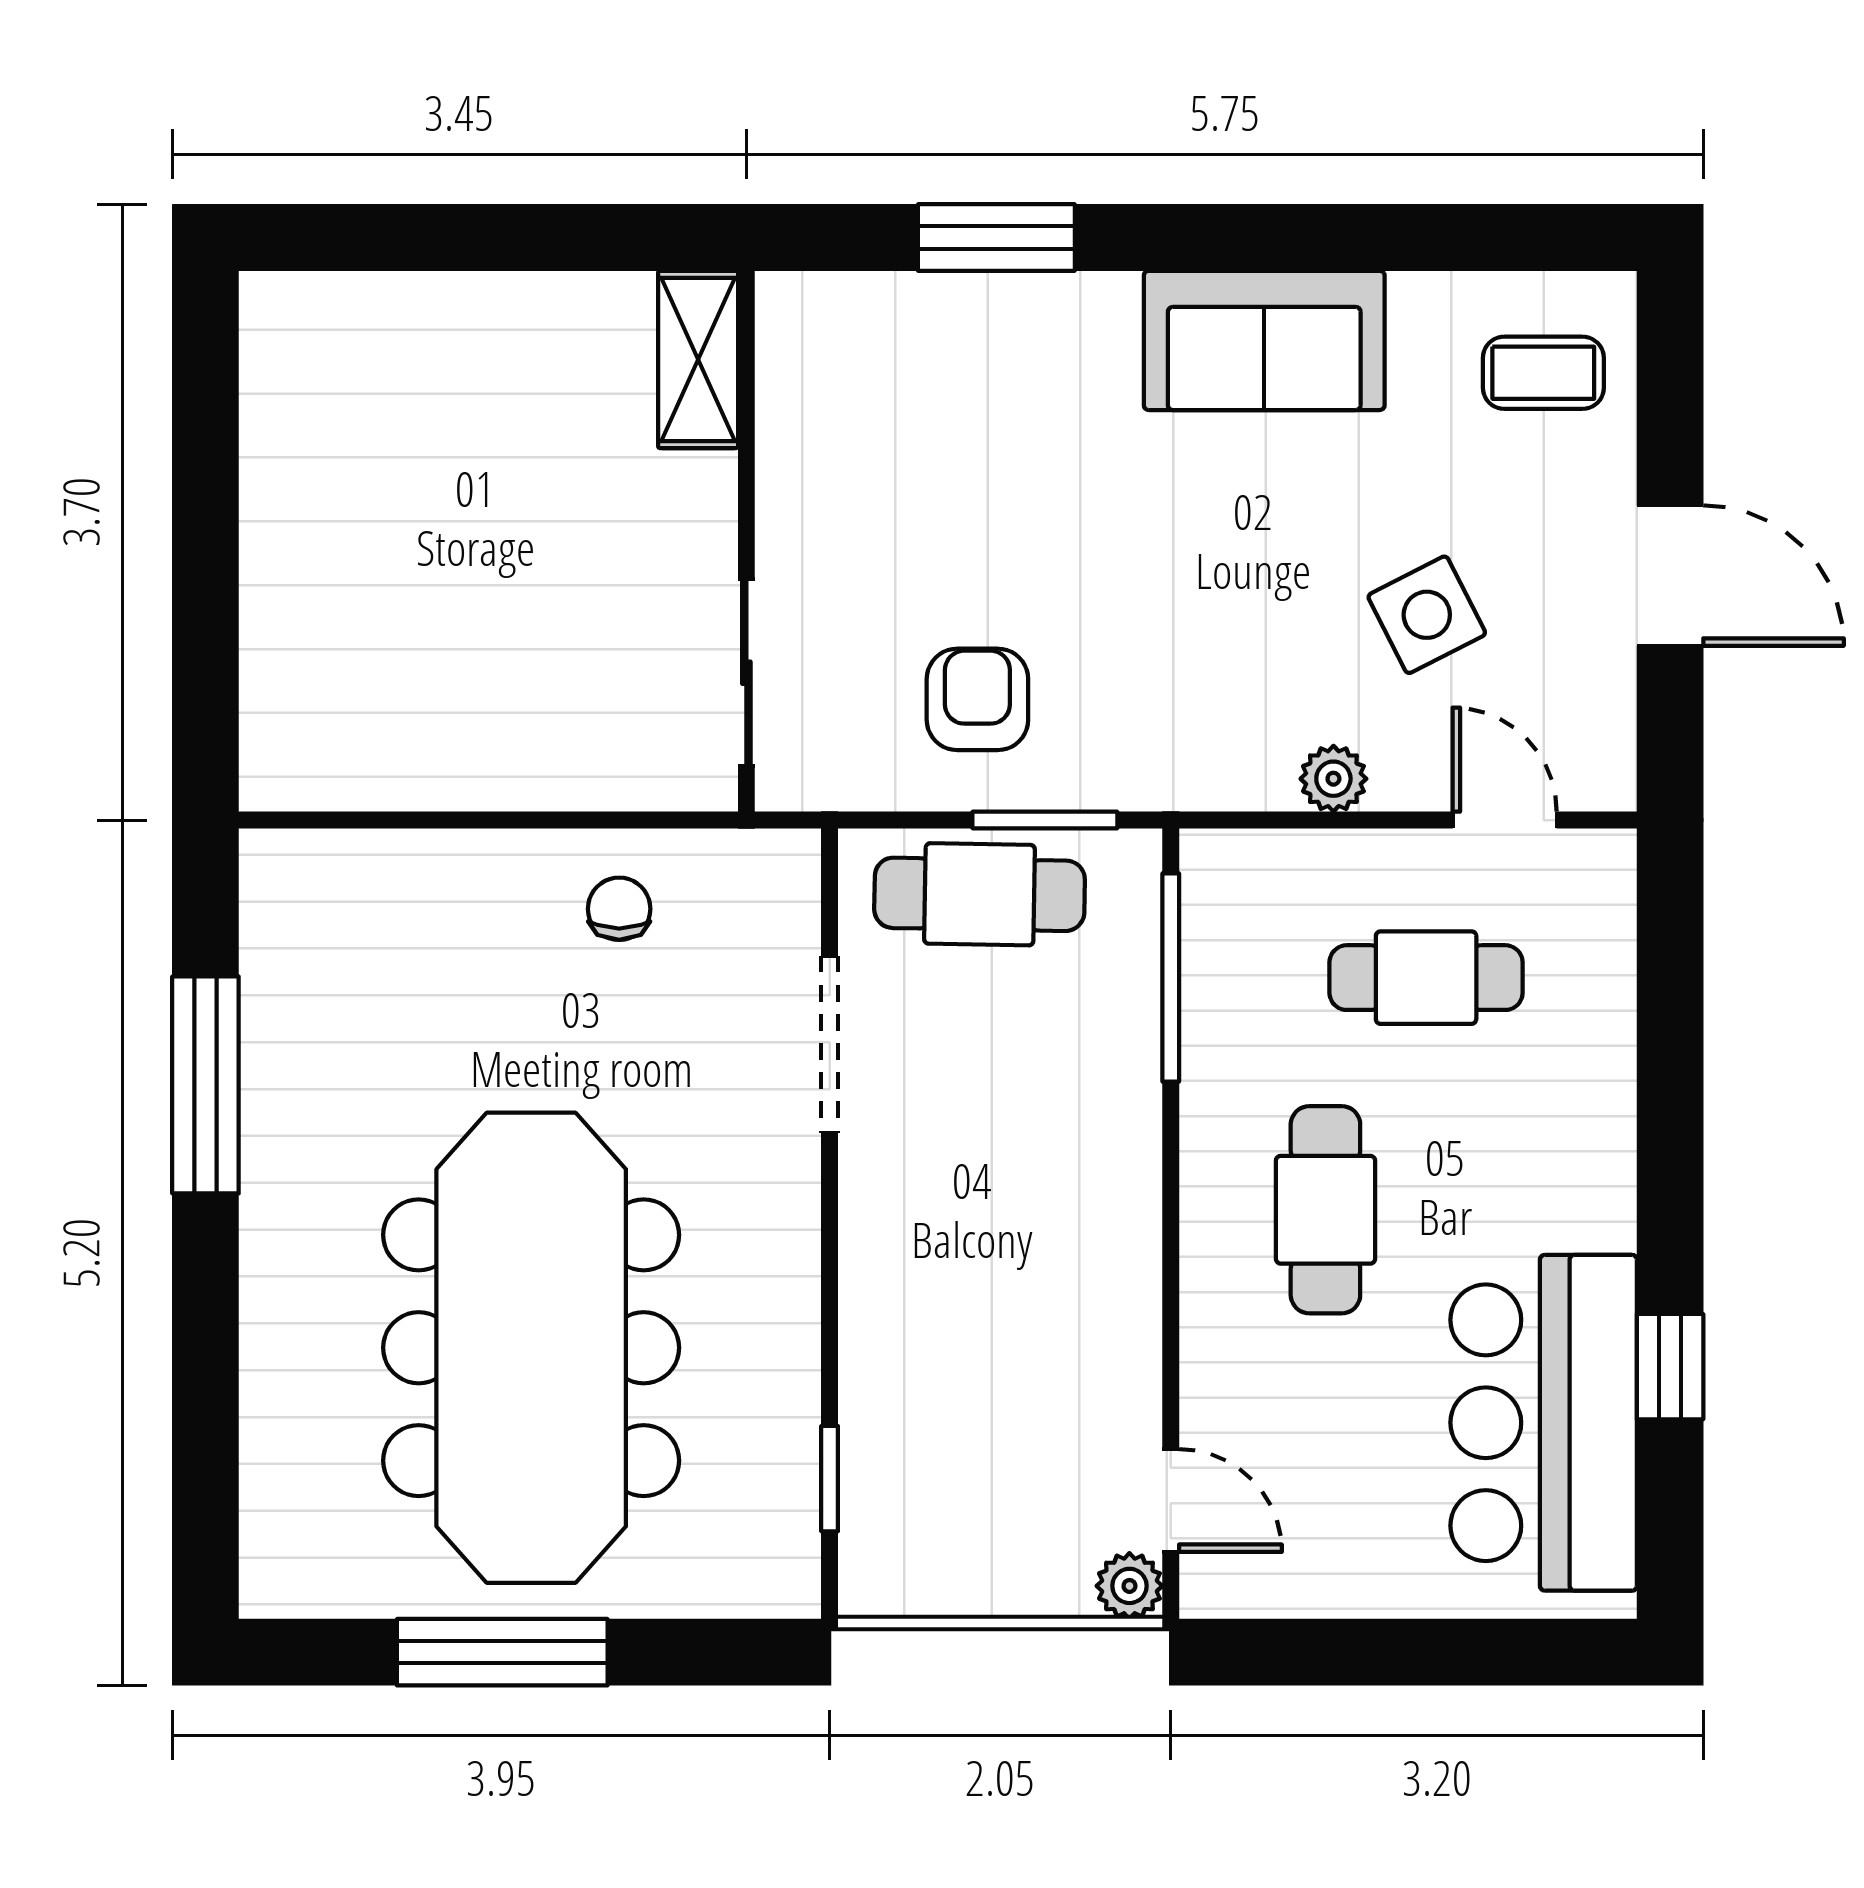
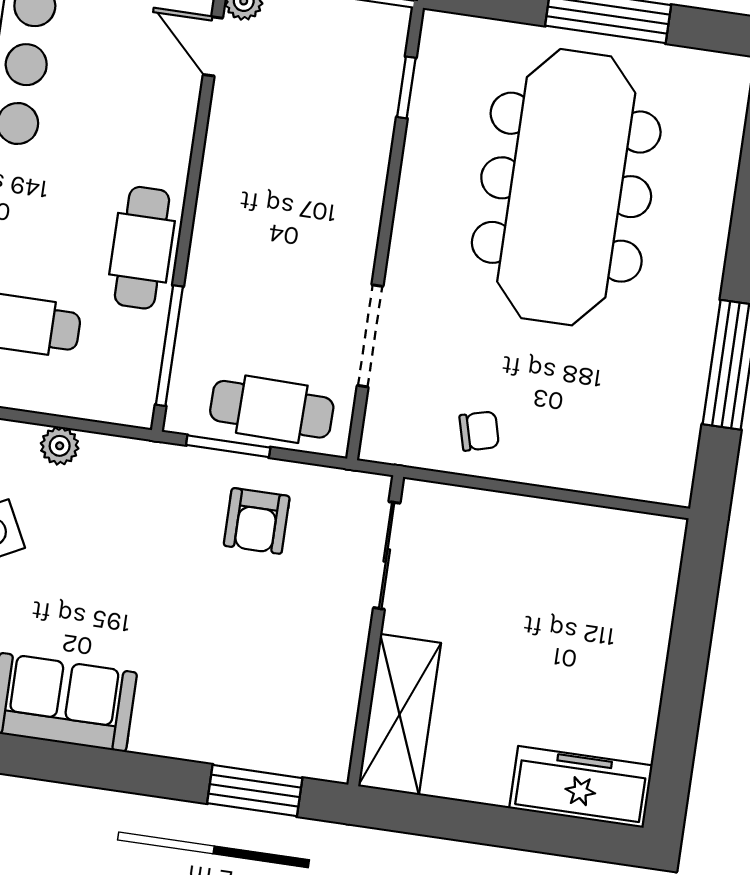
window: (996, 237) -> (255, 791), moved
freezer: (356, 325) -> (581, 787), added
shelving: (698, 359) -> (399, 714), width x1.50, depth x1.33
chair: (619, 909) -> (479, 431), turned -105
cafe table: (1325, 1210) -> (142, 248), moved

